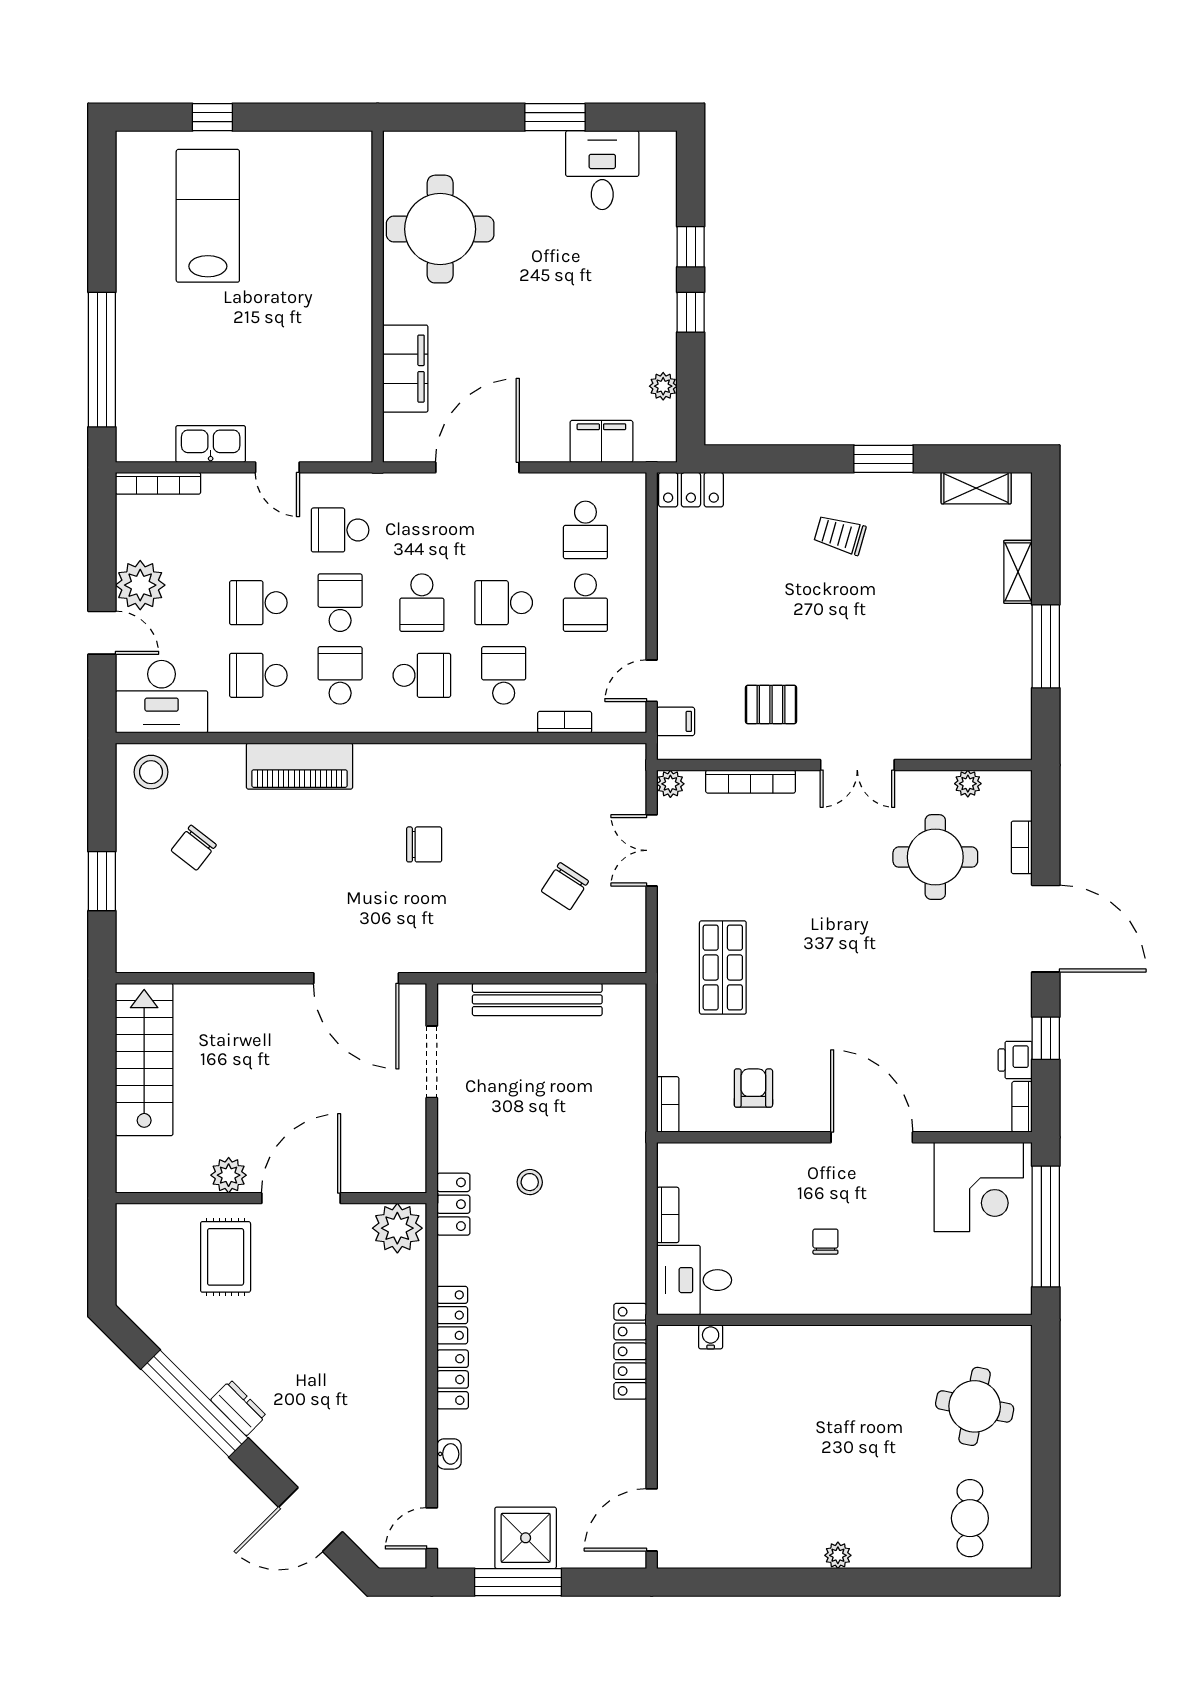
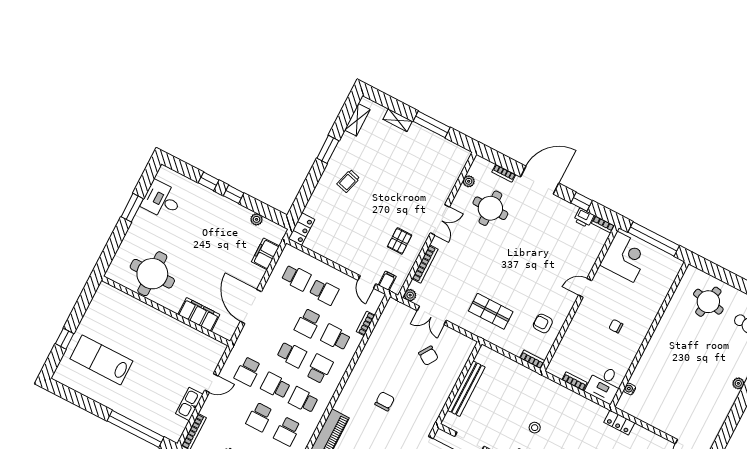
door: (872, 1137) -> (585, 288), width x0.53
locker: (630, 1351) -> (619, 423), width x0.66

